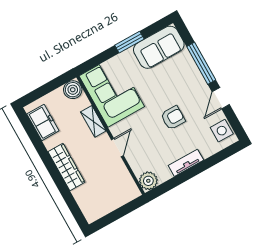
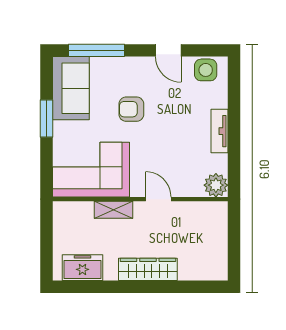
window: (201, 63) -> (97, 50), moved
boiler: (73, 90) -> (64, 213), removed
armchair: (173, 118) -> (131, 109), moved, turned -90

